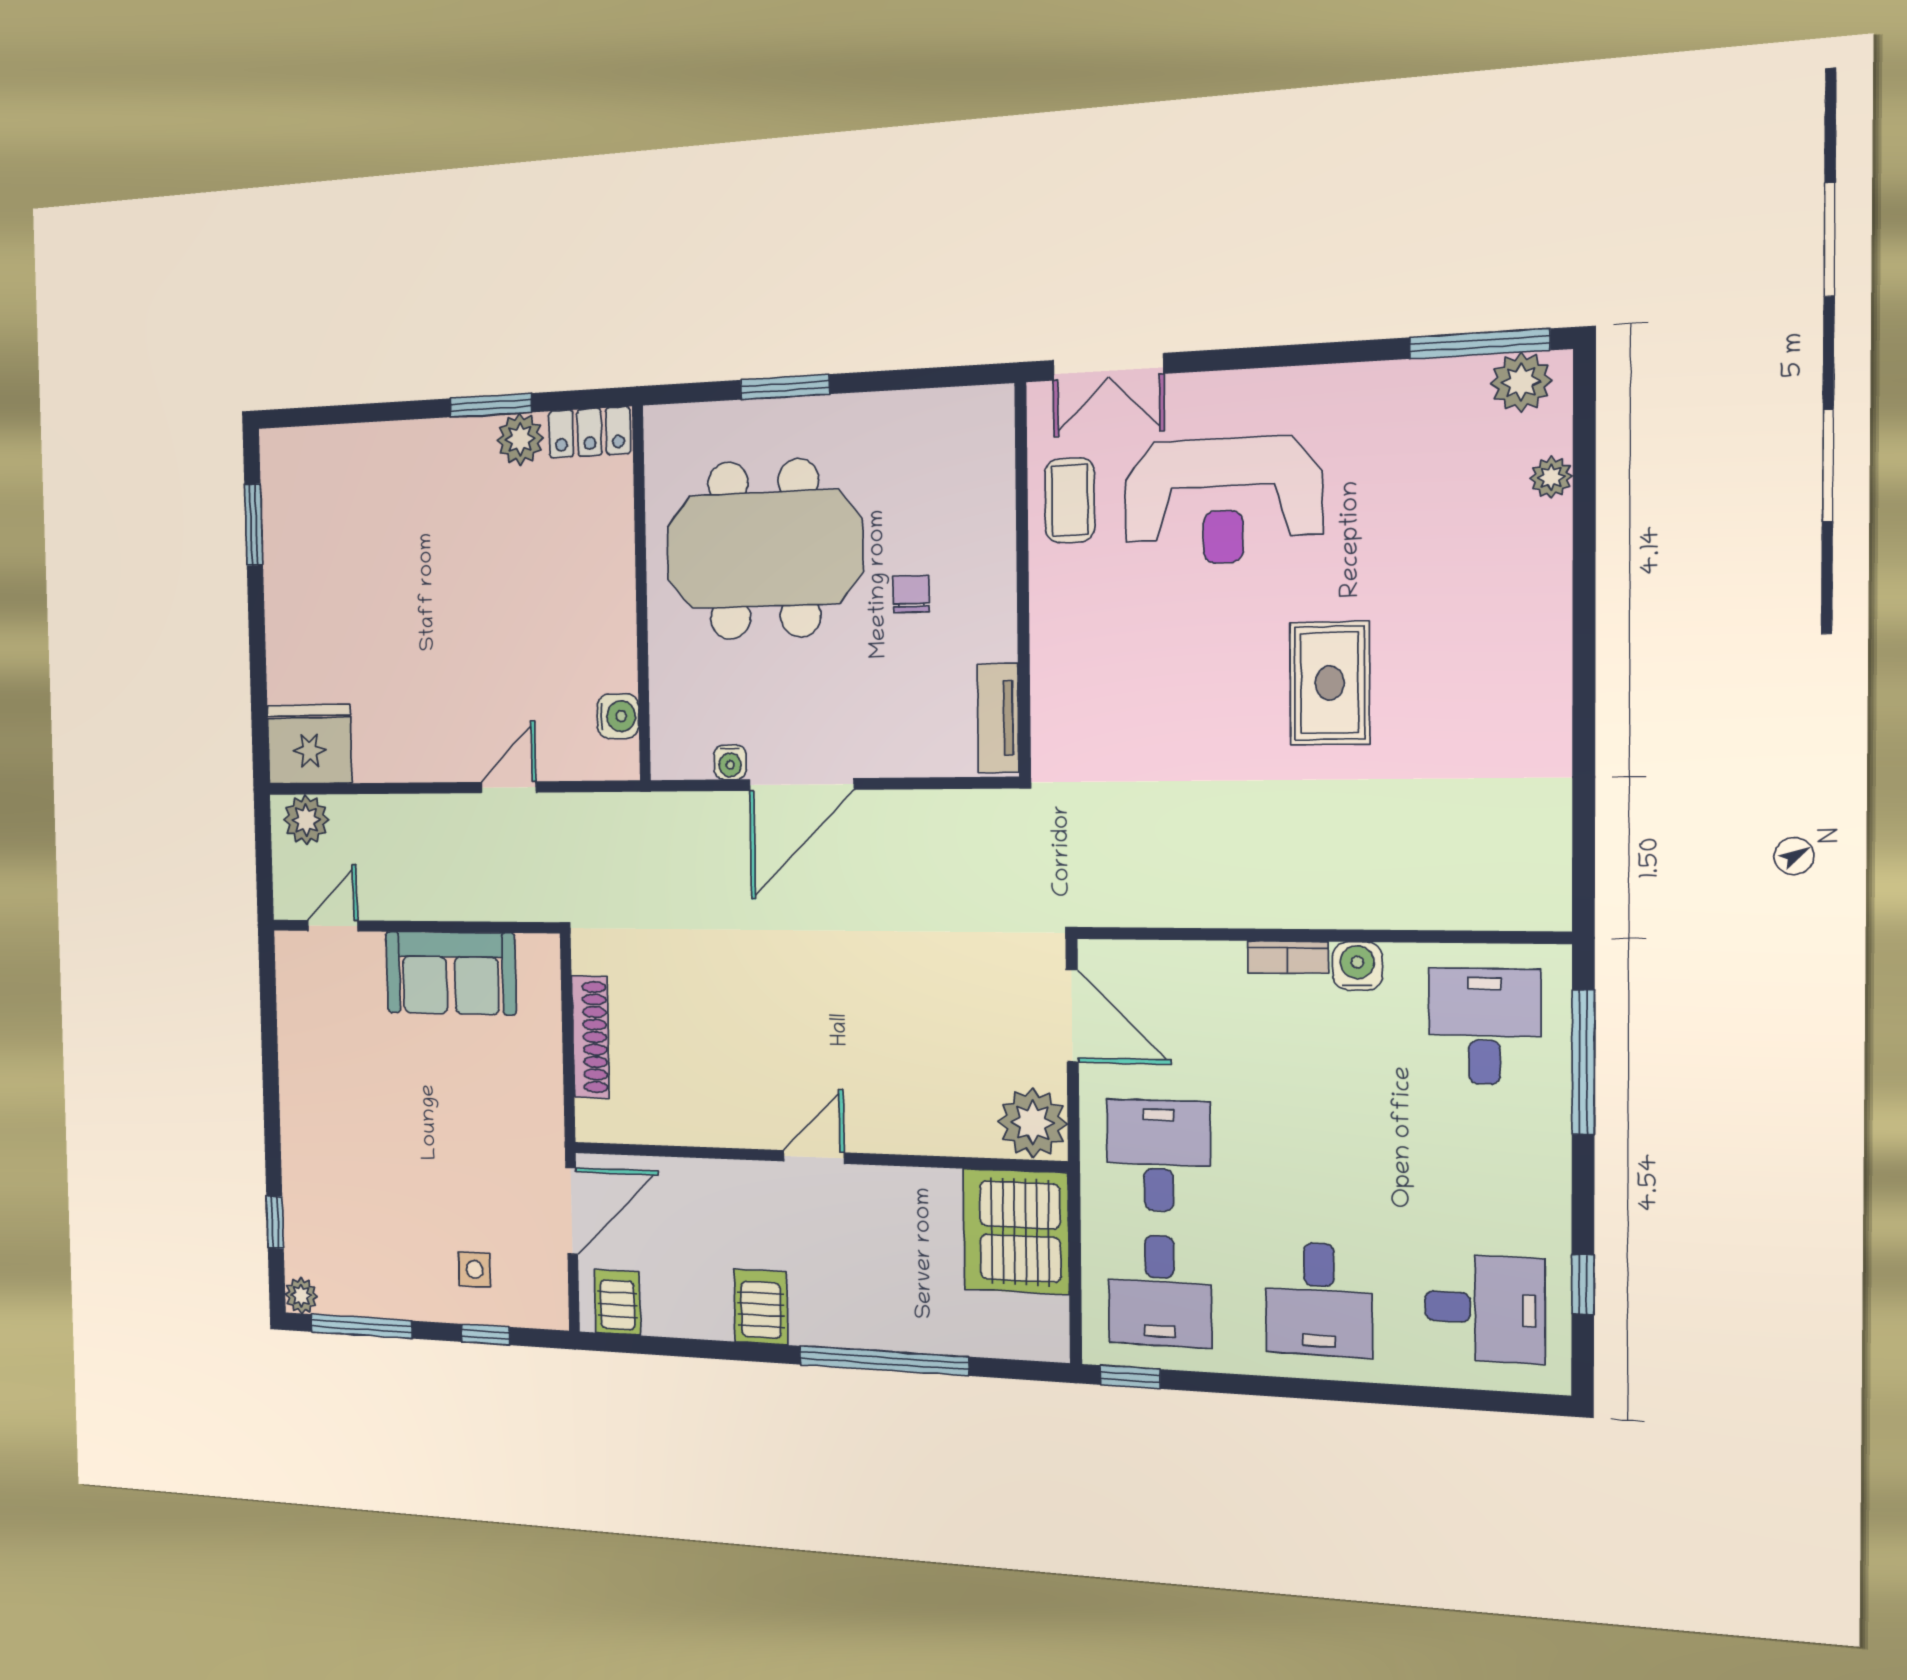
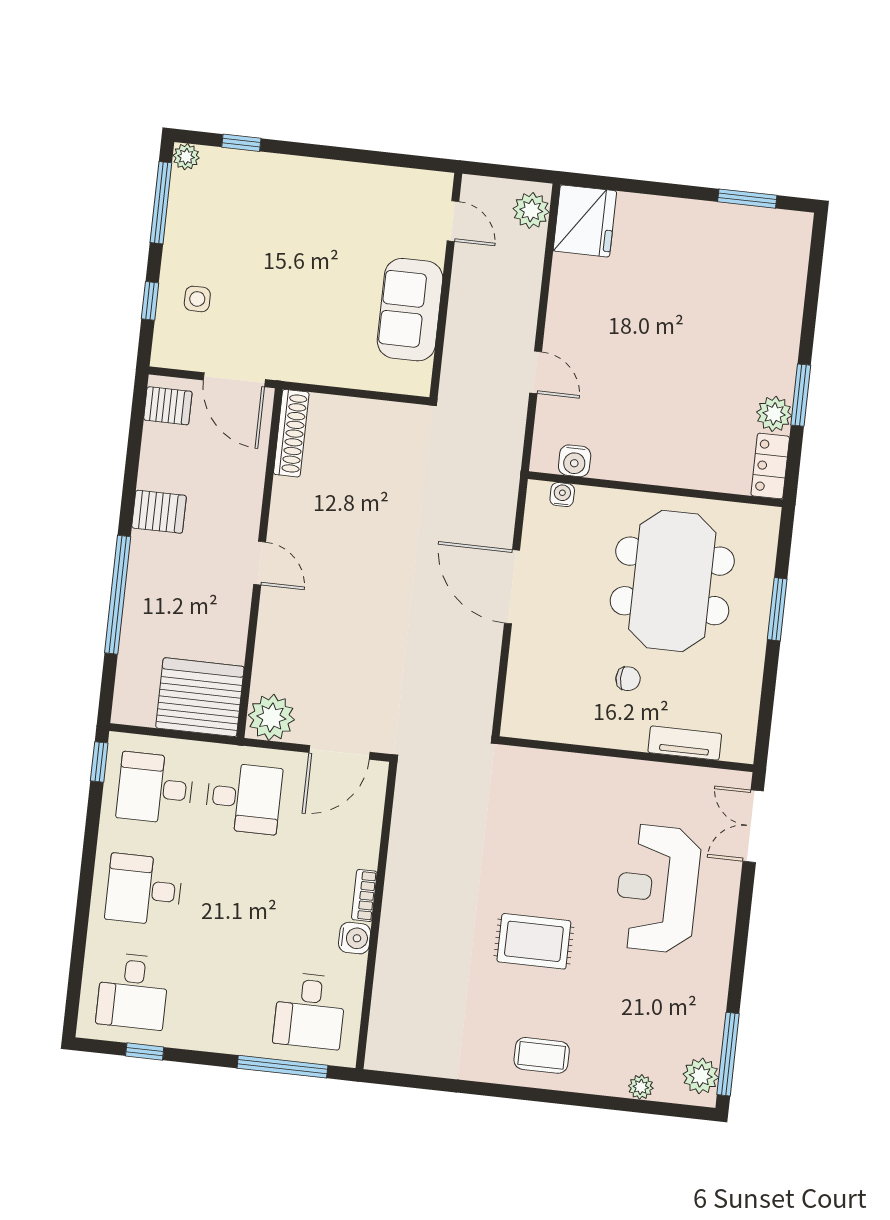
coffee table: (1070, 500) -> (542, 1055), moved
tv unit: (998, 718) -> (685, 743), moved
water cooler: (730, 762) -> (562, 495), moved, turned 90
desk: (1484, 1026) -> (310, 1011), turned 90
shoe rack: (590, 1037) -> (291, 433), moved, turned -90

